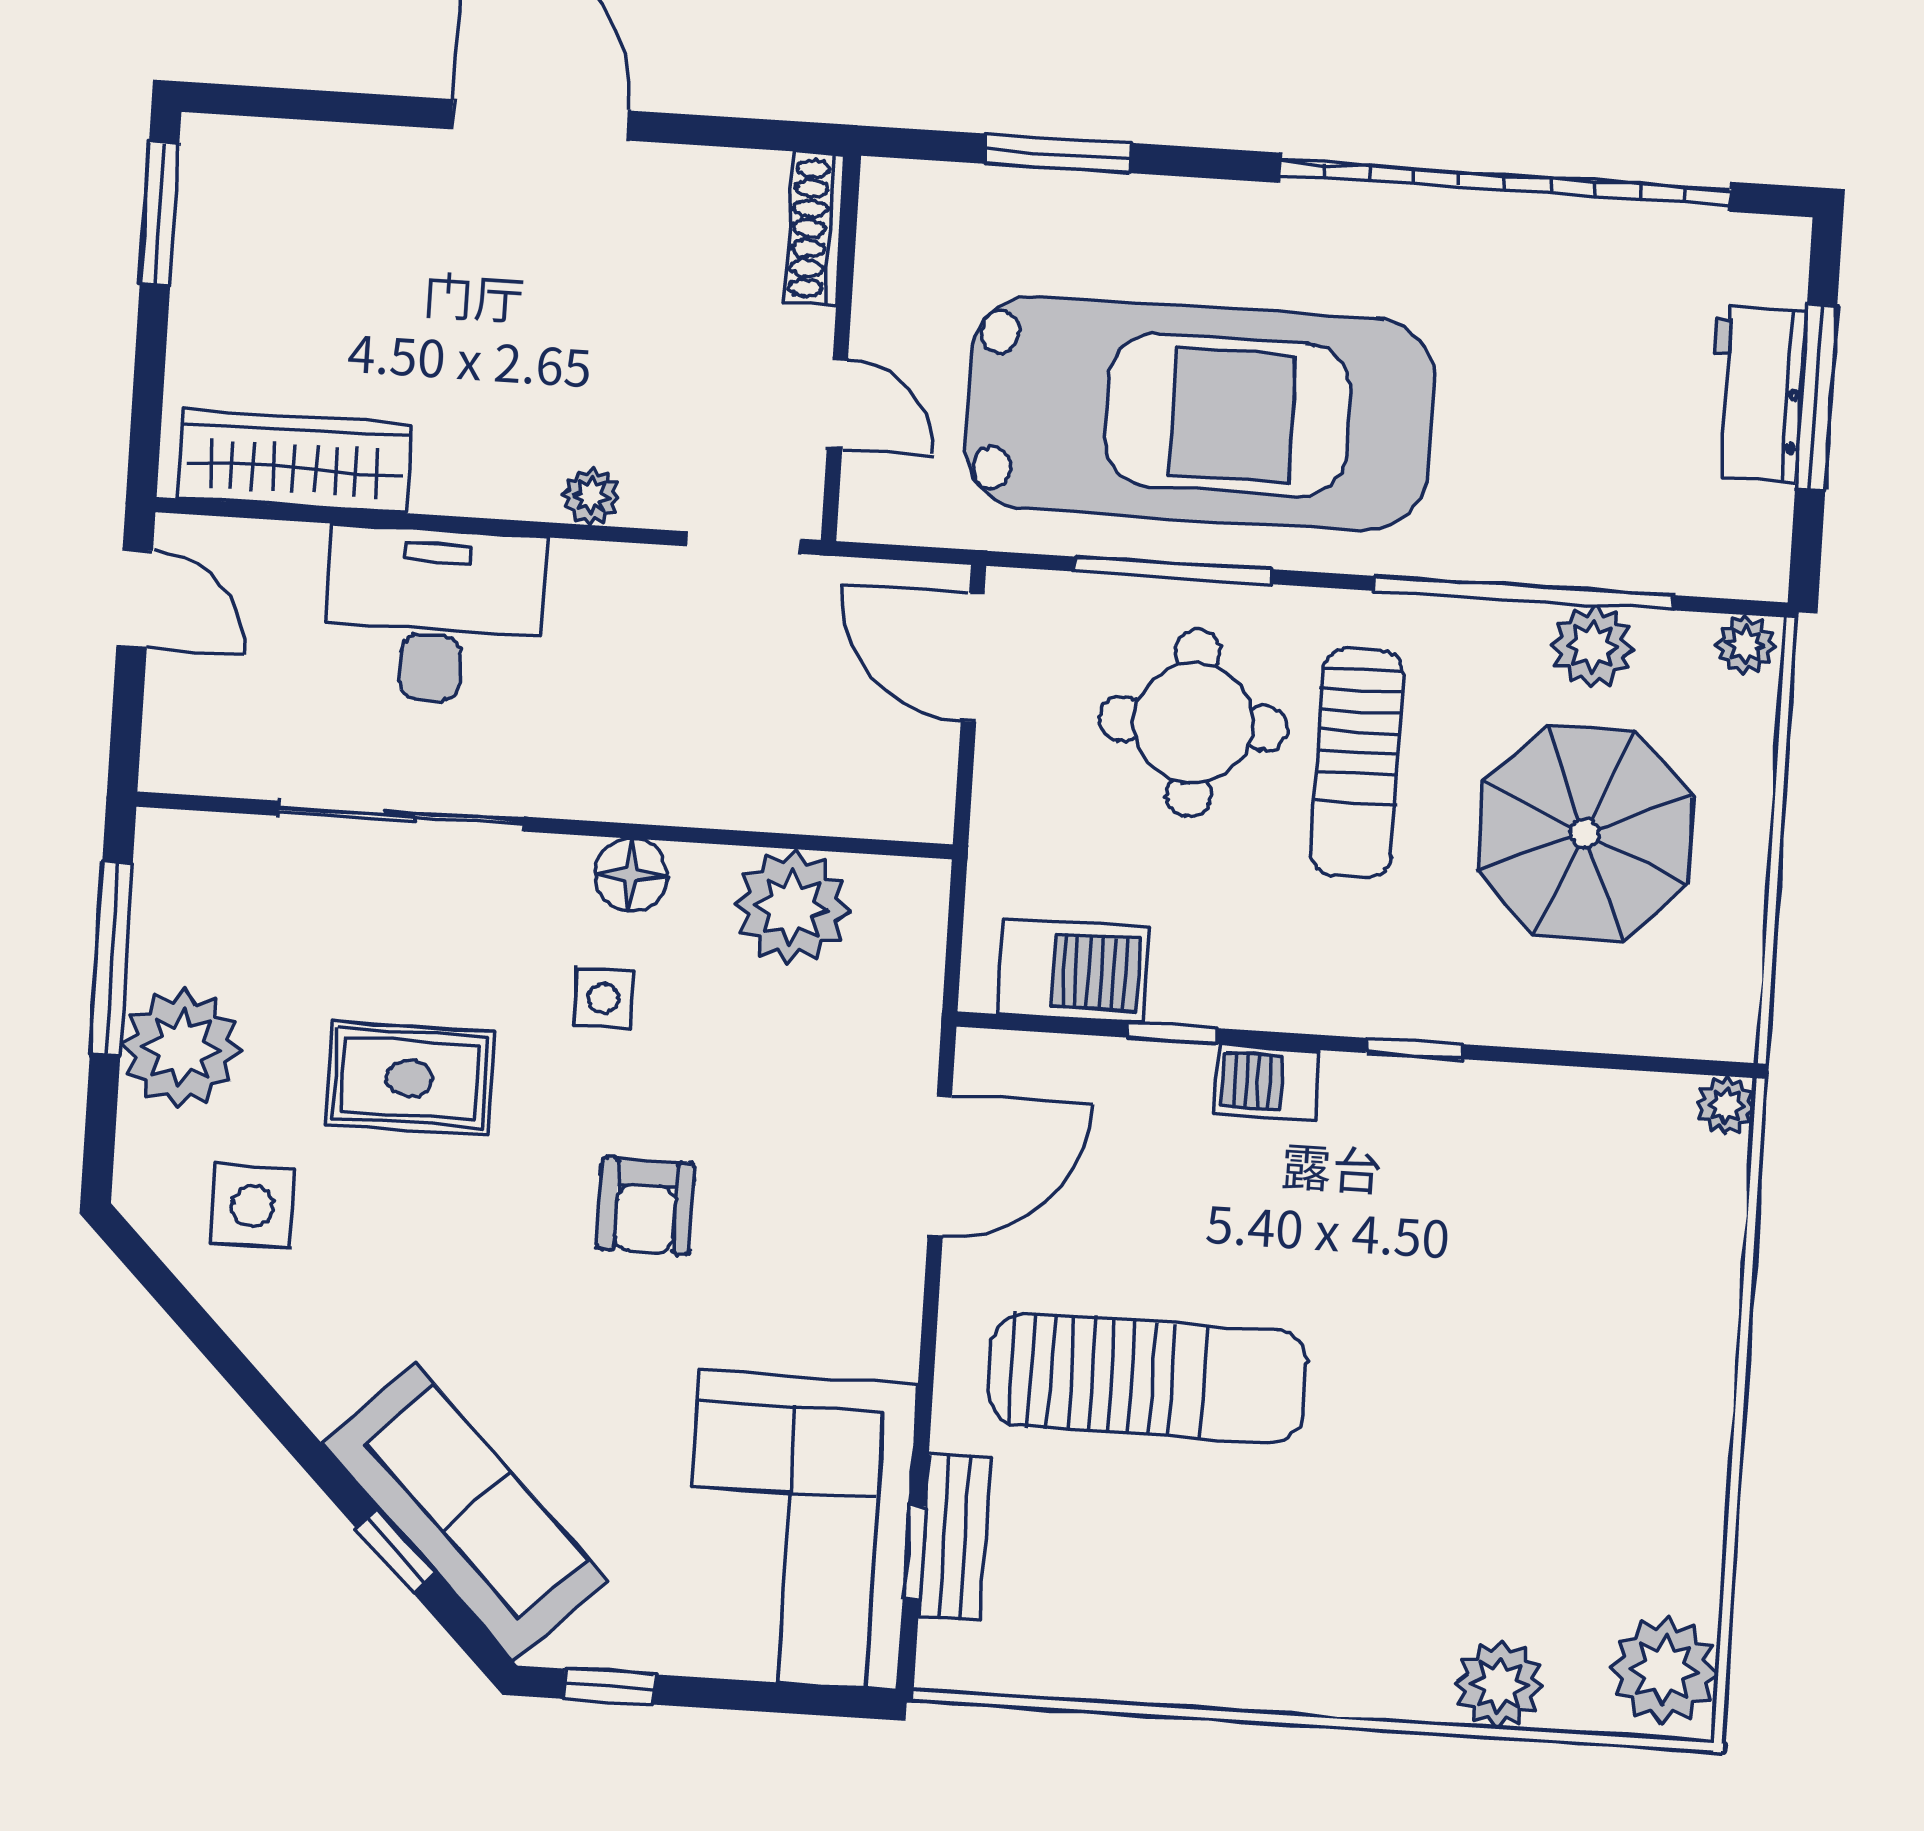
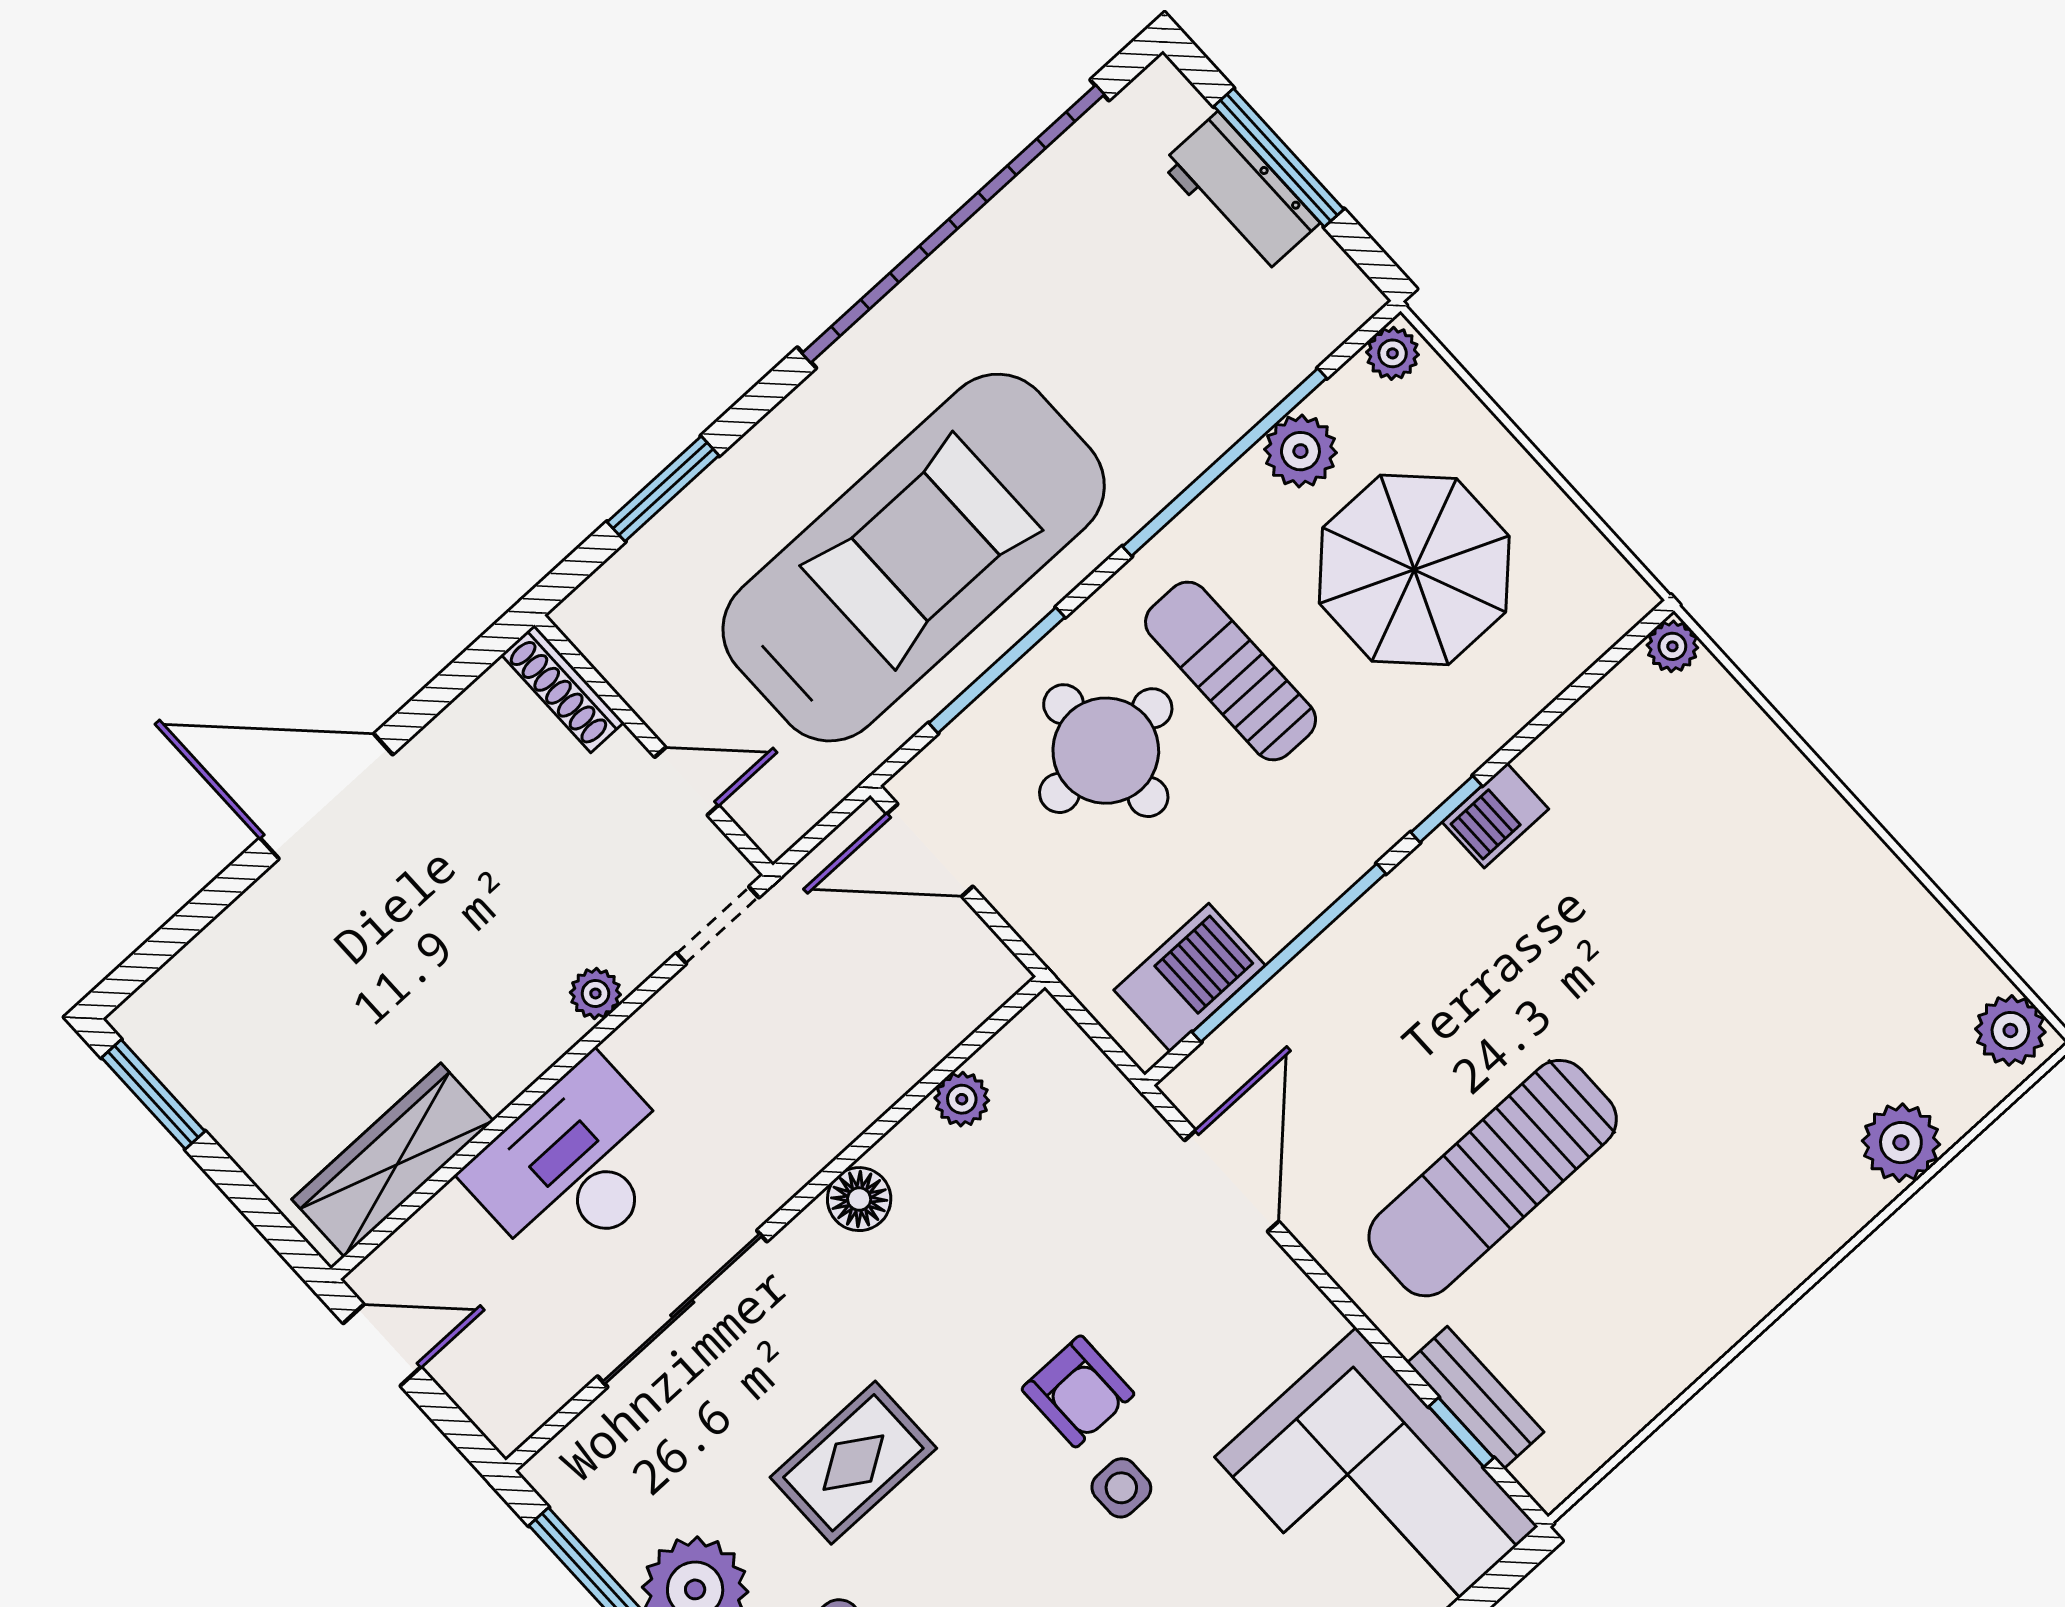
sun lounger: (1357, 763) -> (1231, 671), turned 180
plant: (792, 907) -> (962, 1099), width x0.53, depth x0.53
side table: (603, 998) -> (1121, 1488), moved
window: (1172, 1033) -> (1289, 953), width x3.17
barbecue: (1267, 1082) -> (1495, 816), moved
sun lounger: (1148, 1378) -> (1493, 1178), turned 180
plant: (1664, 1670) -> (2010, 1030), width x0.73, depth x0.73

